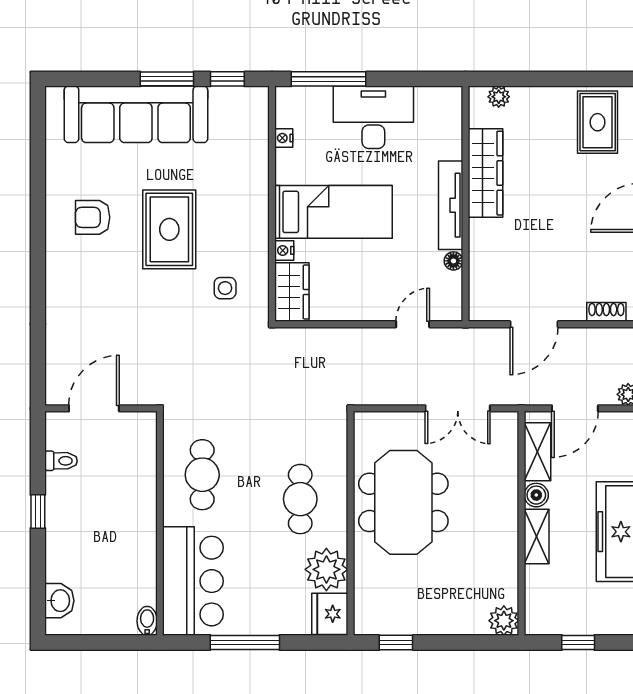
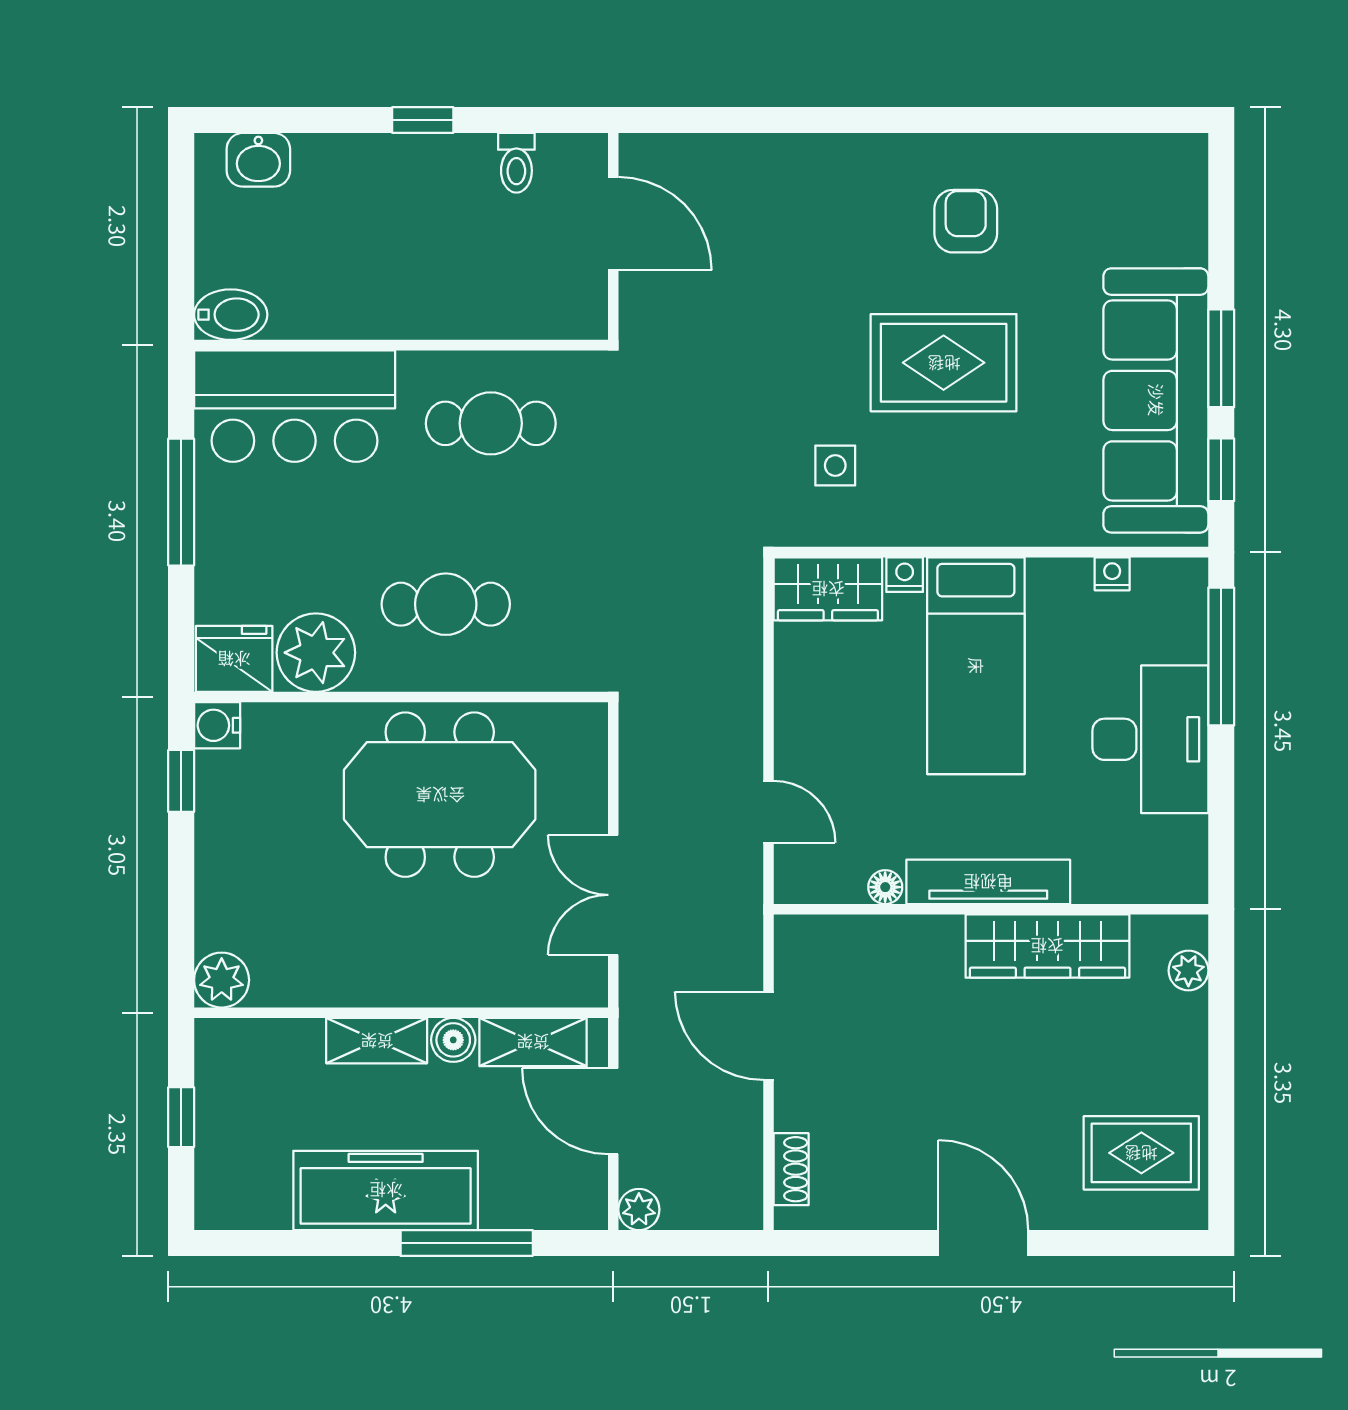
sofa: (136, 114) -> (1156, 400), moved
bidet: (147, 621) -> (231, 315), width x1.38, depth x1.36
water cooler: (366, 623) -> (217, 725), added

